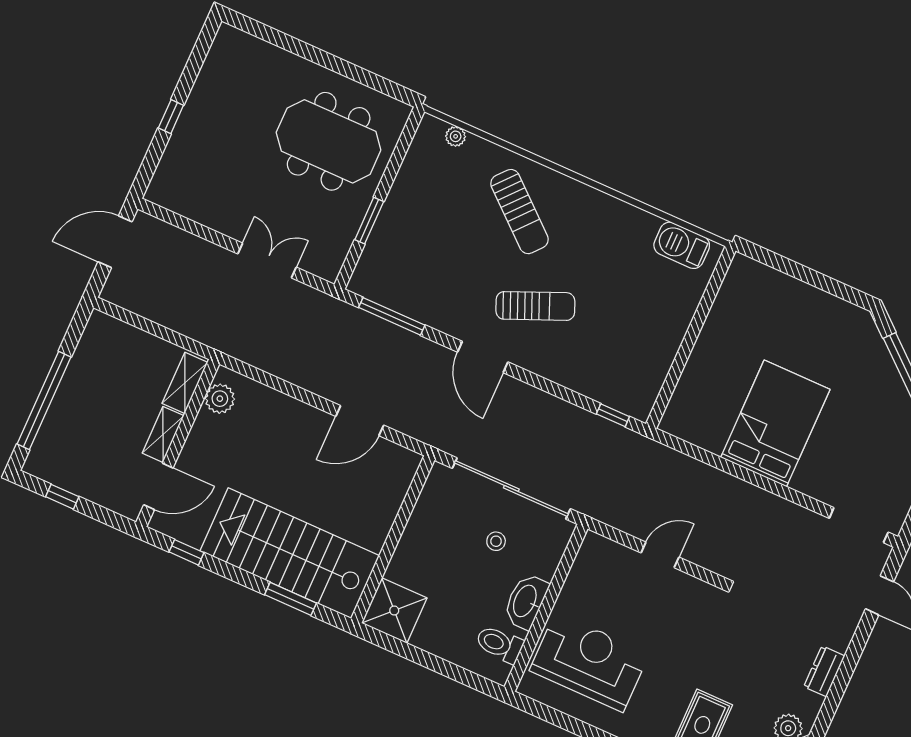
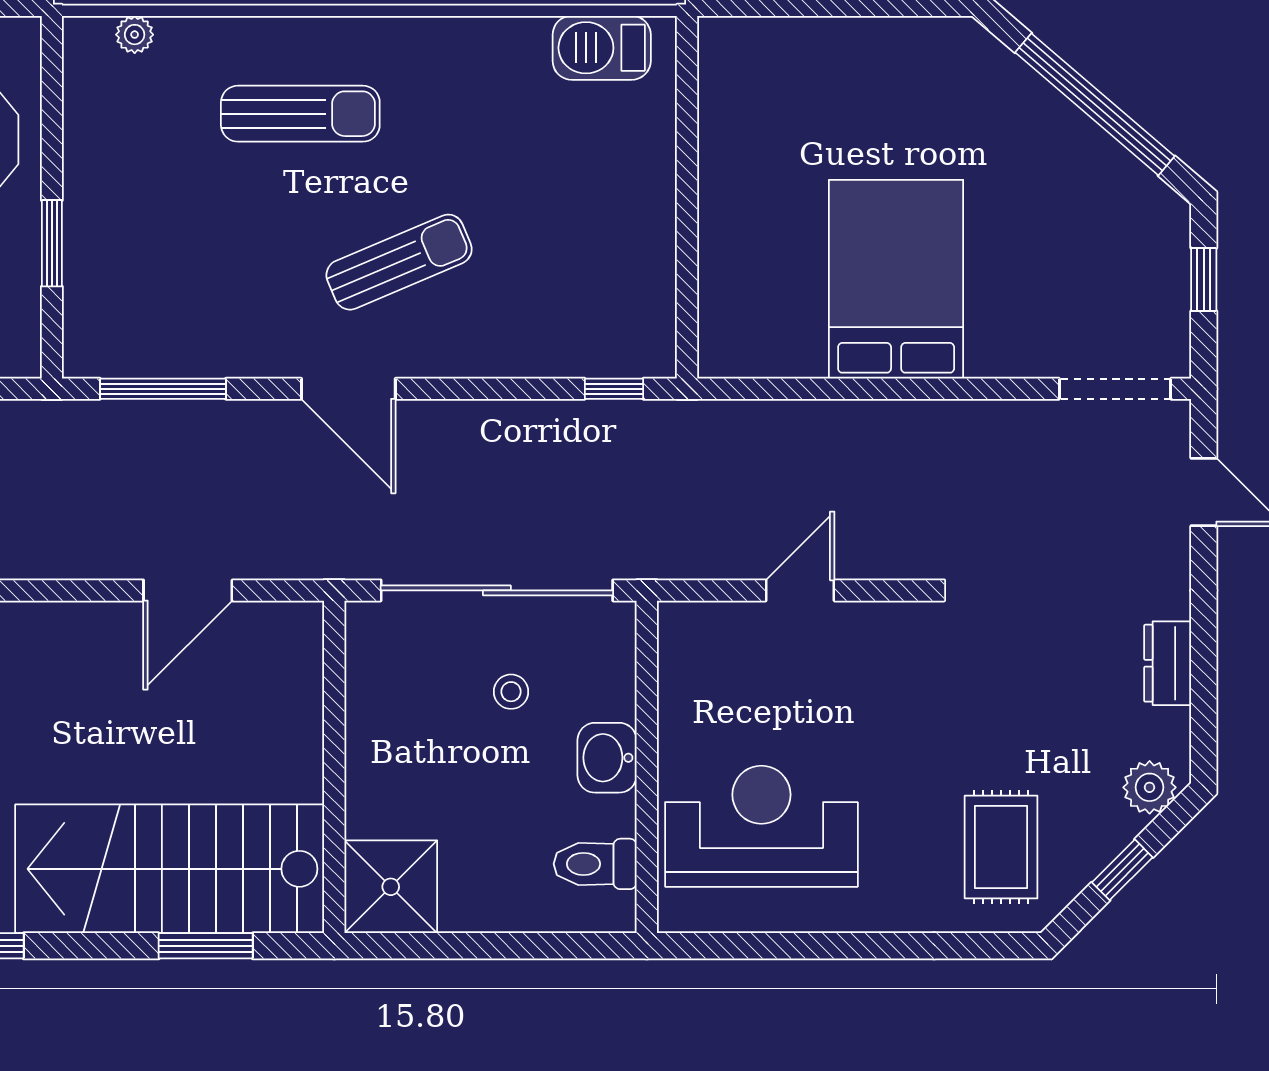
sun lounger: (519, 212) -> (300, 114), turned -41
washbasin: (526, 601) -> (607, 758), width x0.72

